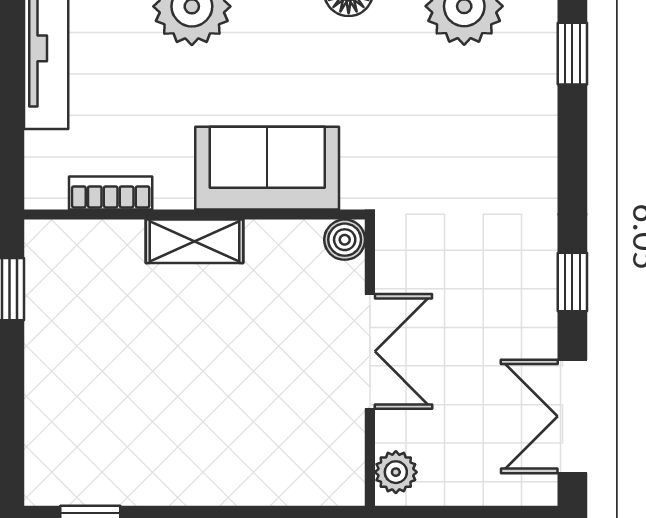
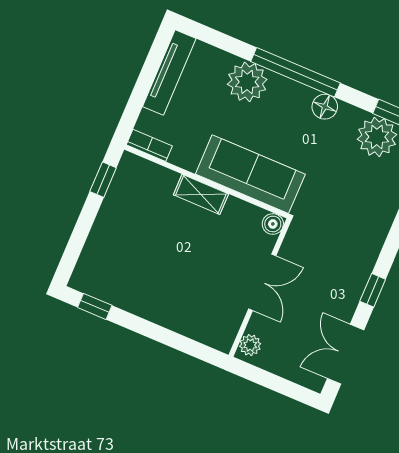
sofa: (267, 168) -> (250, 174), width x1.36
bookcase: (111, 193) -> (149, 145), moved

